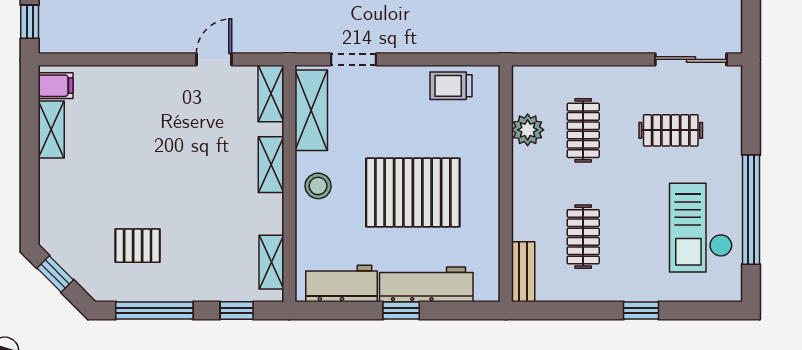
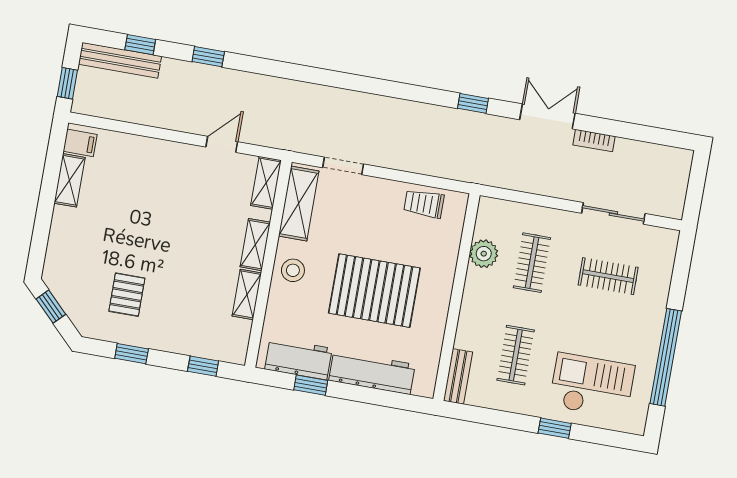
sliding door: (691, 59) -> (613, 213), moved
checkout: (701, 228) -> (592, 386), moved, turned 90
pallet: (138, 246) -> (127, 295), turned 90
shelving: (271, 262) -> (247, 294), moved
window: (154, 311) -> (132, 354), width x0.46
window: (401, 311) -> (311, 385), moved

